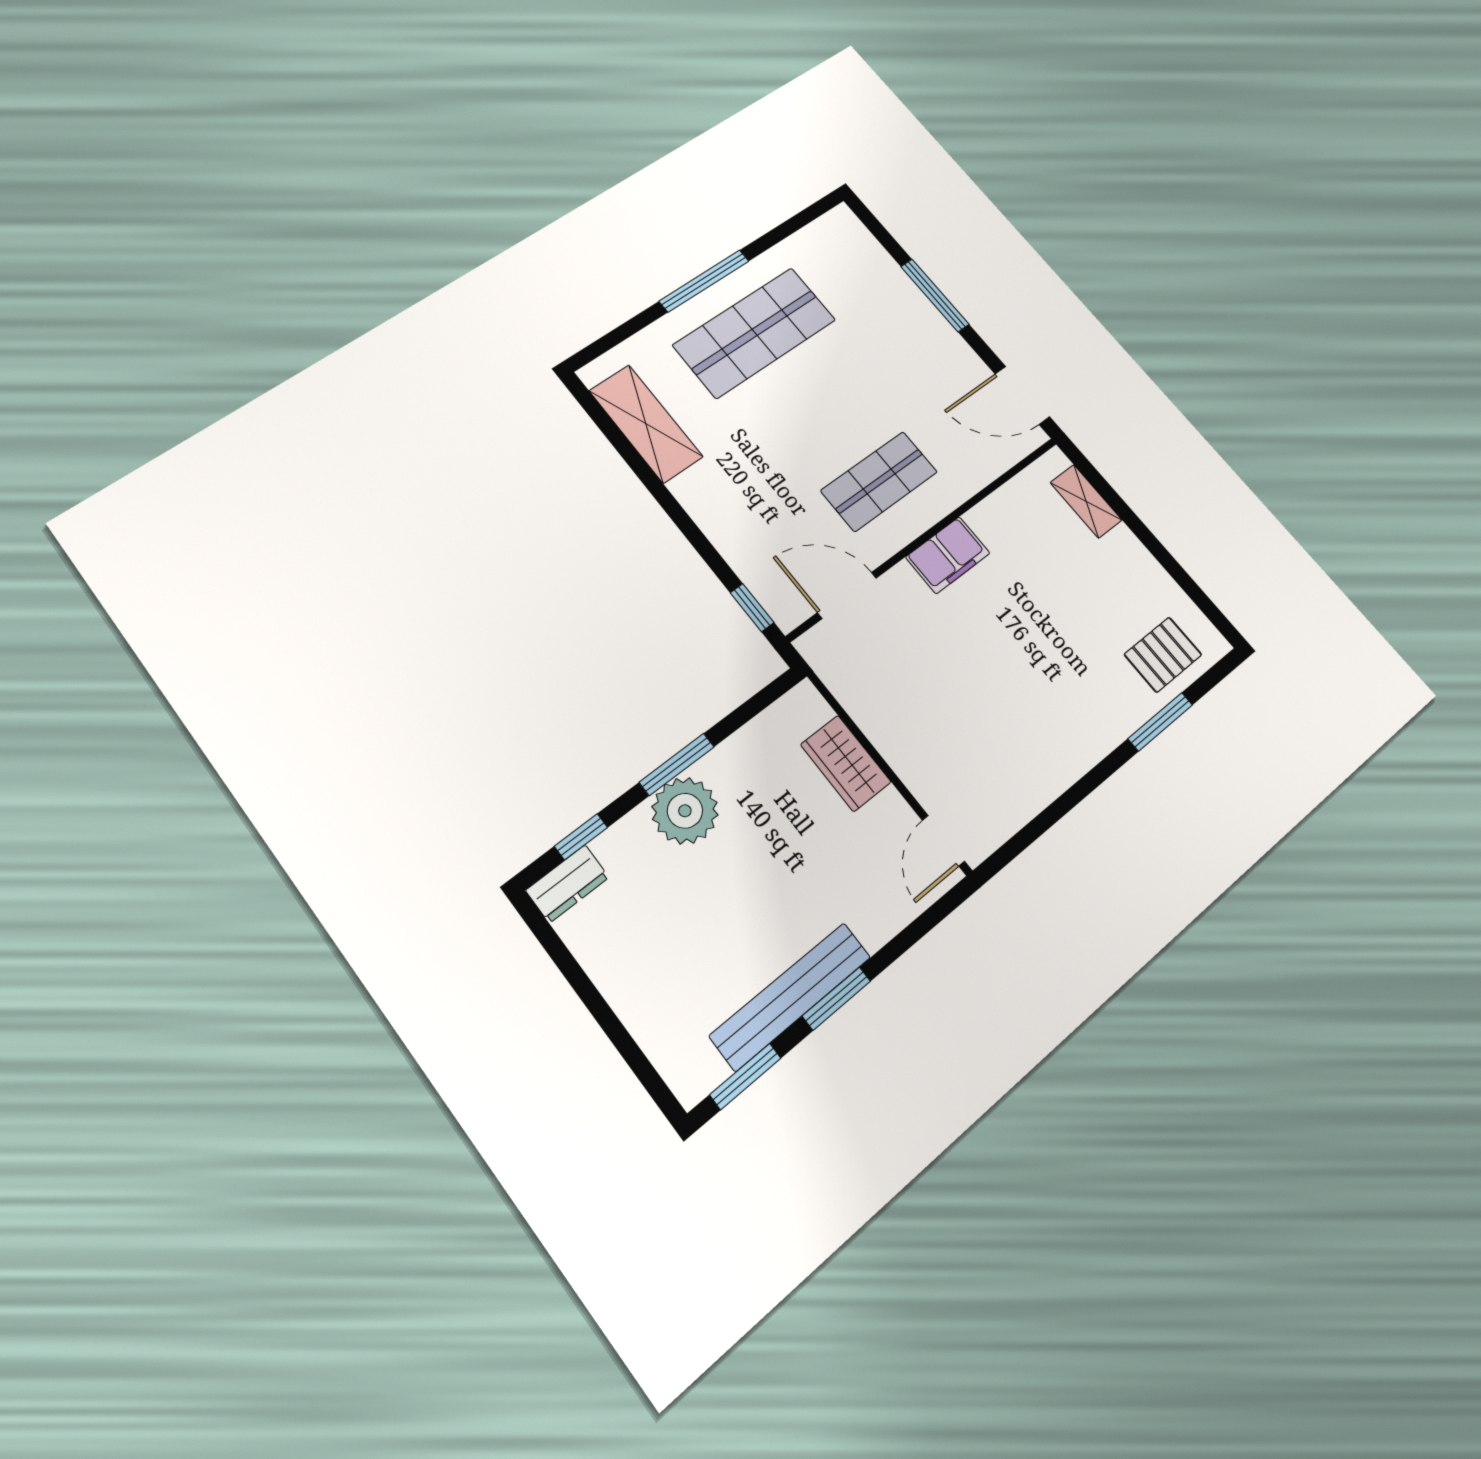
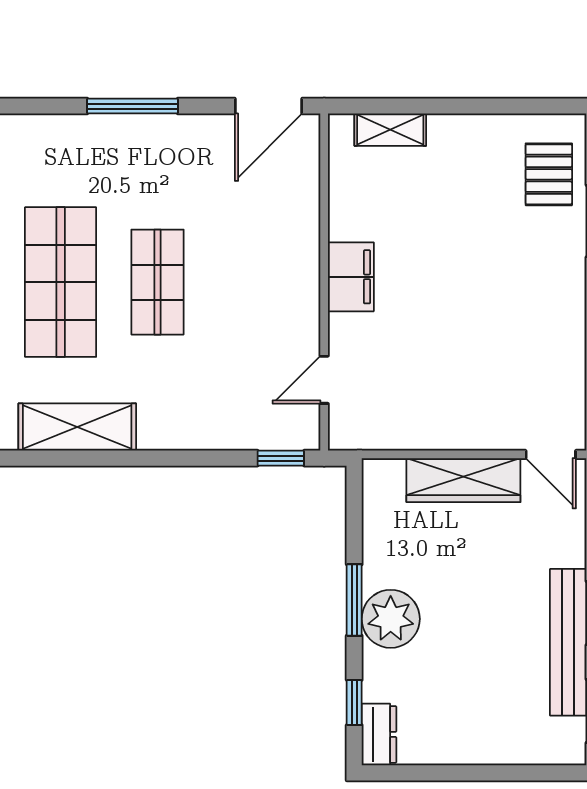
shop shelf: (879, 481) -> (157, 282), moved
door: (847, 595) -> (324, 380), width x0.73
wardrobe: (846, 763) -> (463, 480), width x1.50

